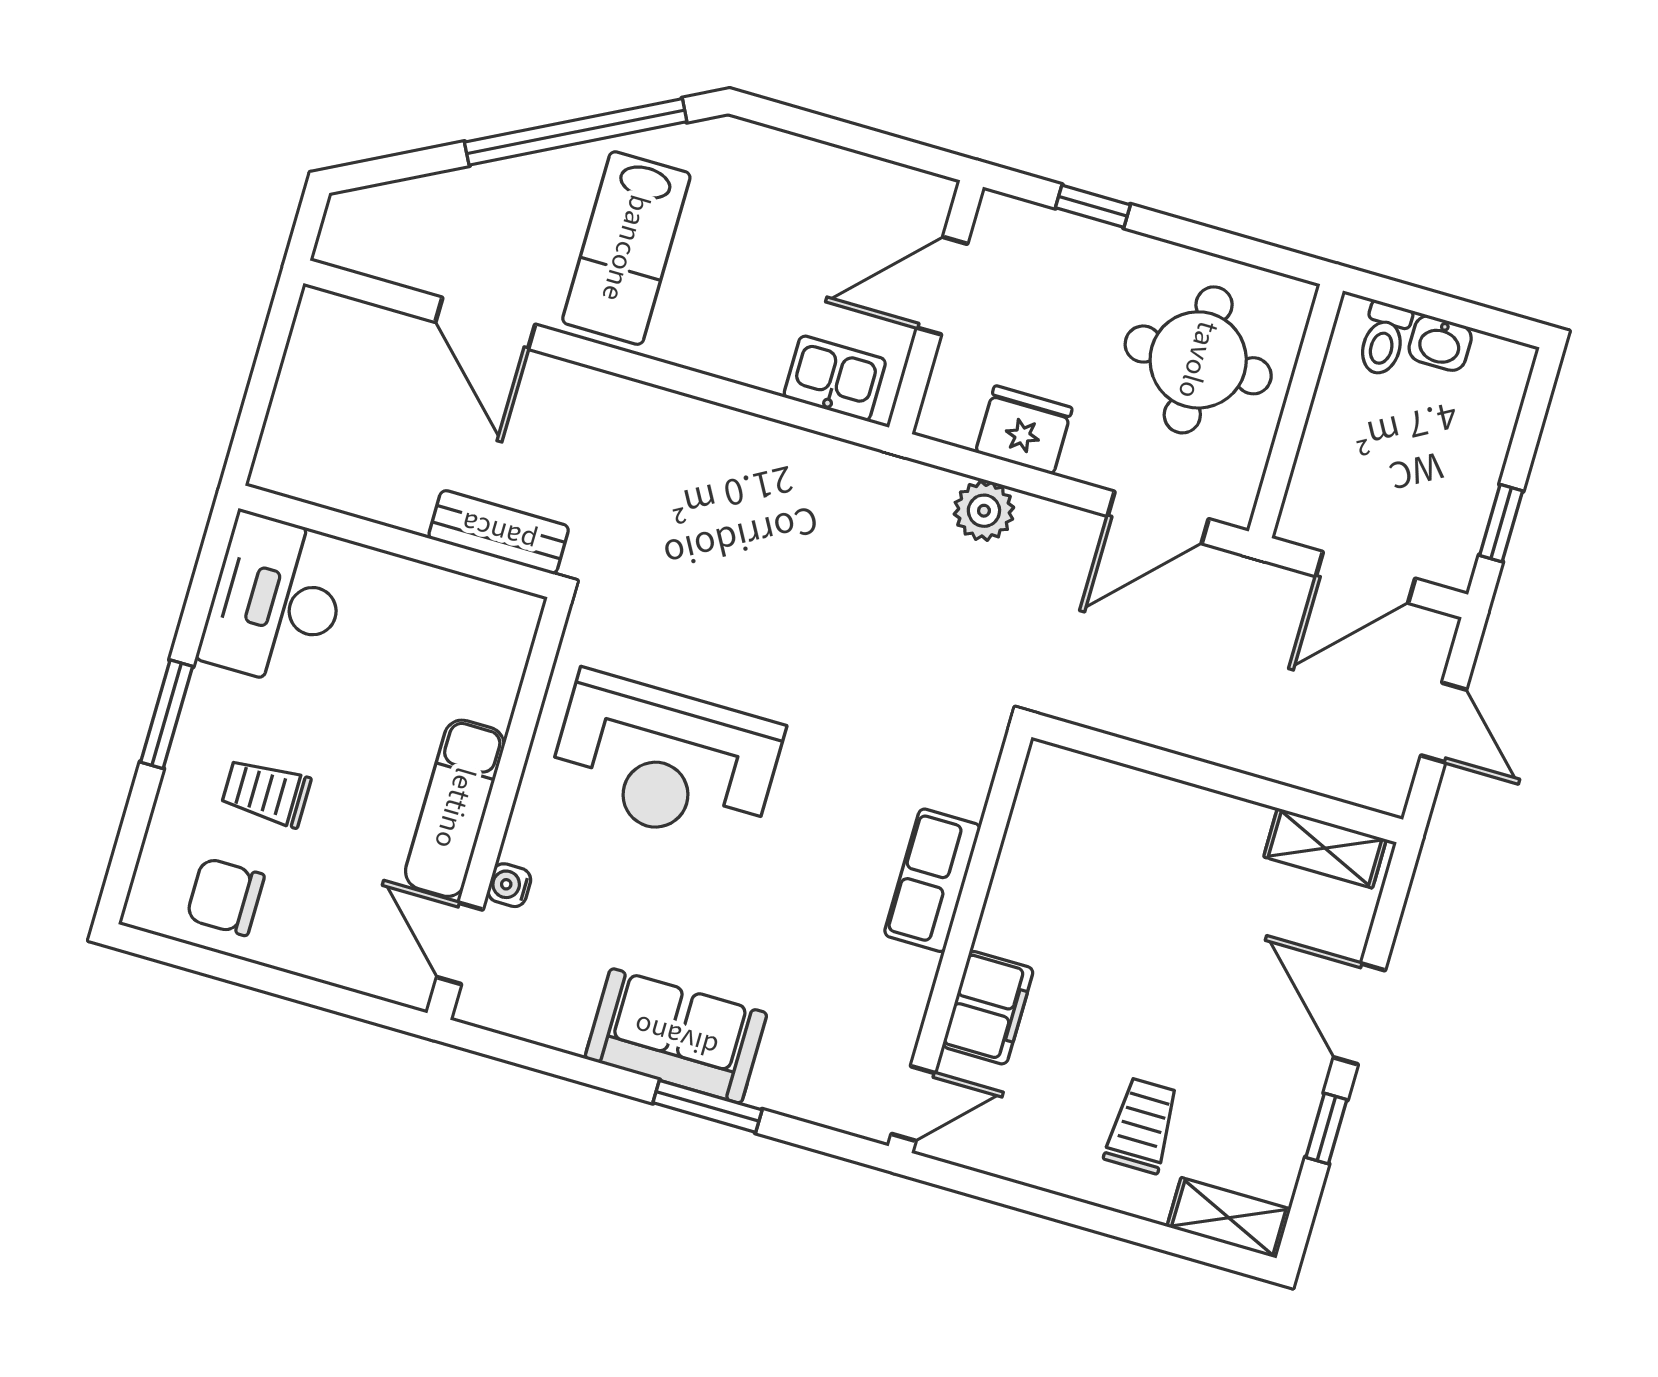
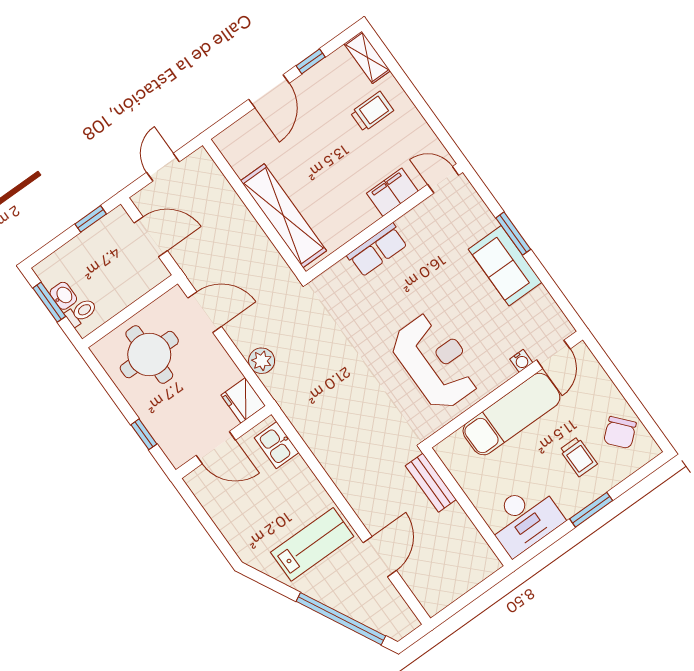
window: (576, 132) -> (341, 619), moved
window: (1457, 311) -> (49, 302), added
fridge: (1024, 430) -> (243, 400), moved
exam couch: (455, 808) -> (511, 414), width x1.36, depth x1.45
shelving: (1325, 848) -> (284, 216), moved, width x2.20, depth x1.33
chair: (225, 897) -> (620, 433), turned 49
trolley: (1142, 1126) -> (372, 112), turned 180

